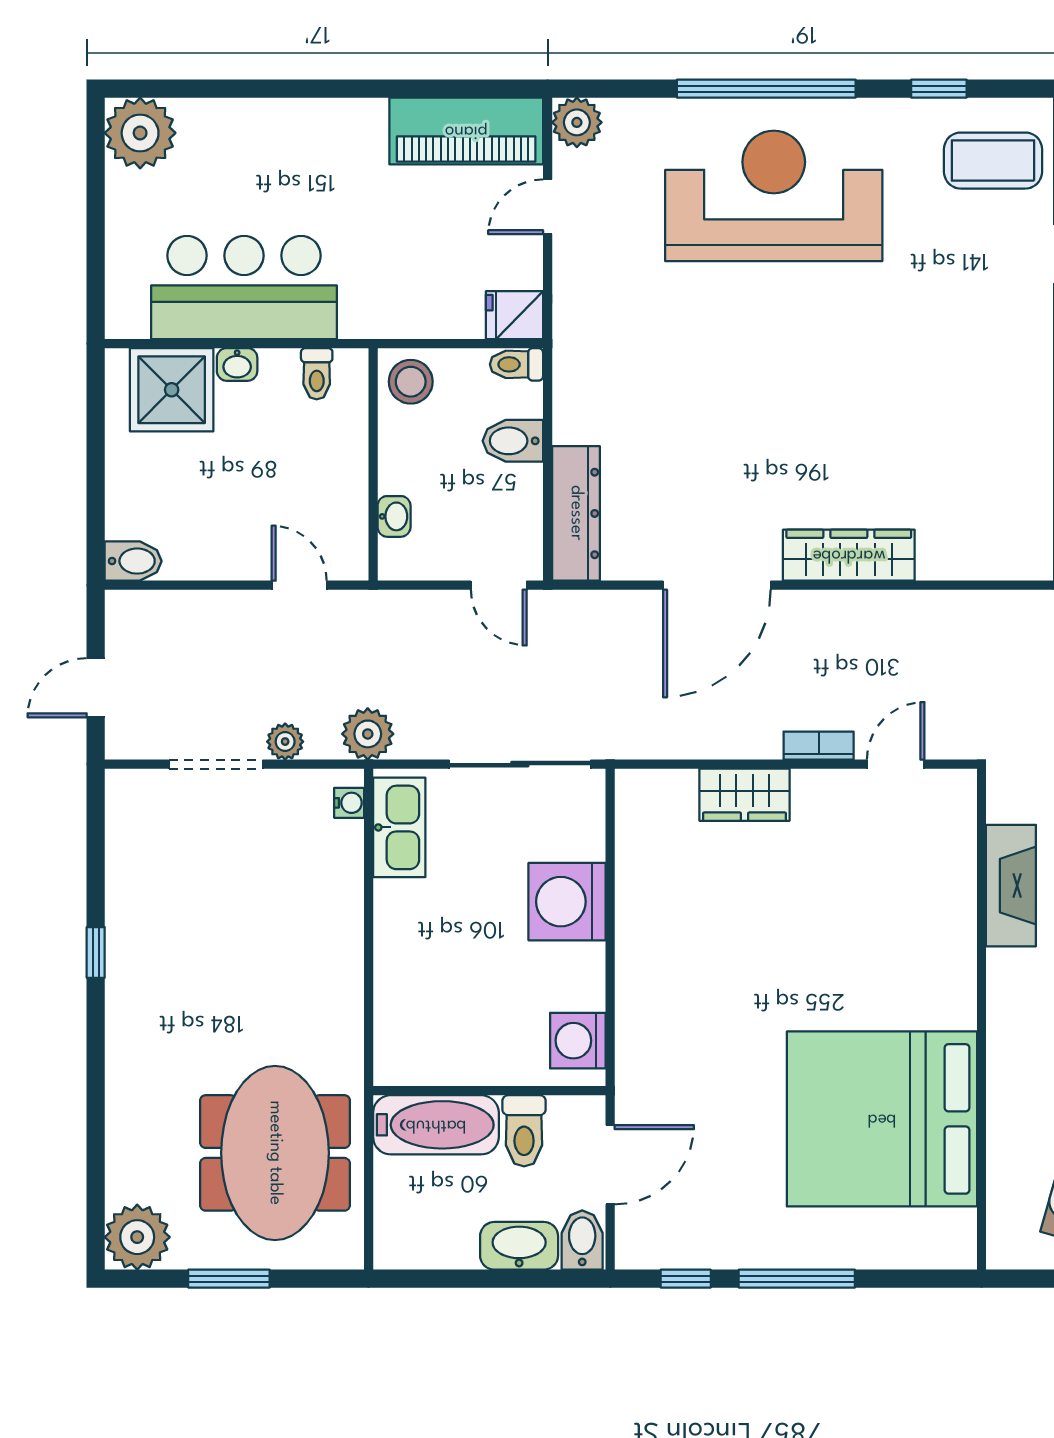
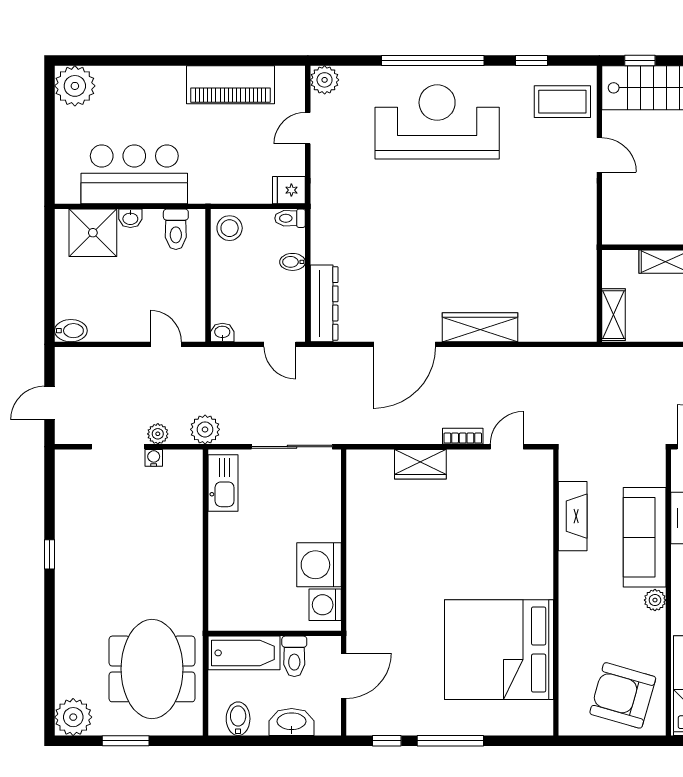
piano: (466, 131) -> (231, 85), moved
toilet: (317, 374) -> (176, 229), width x1.37, depth x1.39
bidet: (513, 441) -> (293, 262), width x0.72, depth x0.74
washbasin: (394, 516) -> (222, 332), moved, turned -90
water cooler: (349, 803) -> (154, 458), moved, turned -90
washing machine: (567, 902) -> (319, 565), moved
bidet: (582, 1240) -> (238, 719), moved

